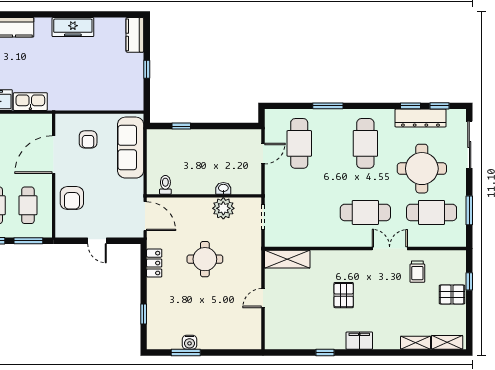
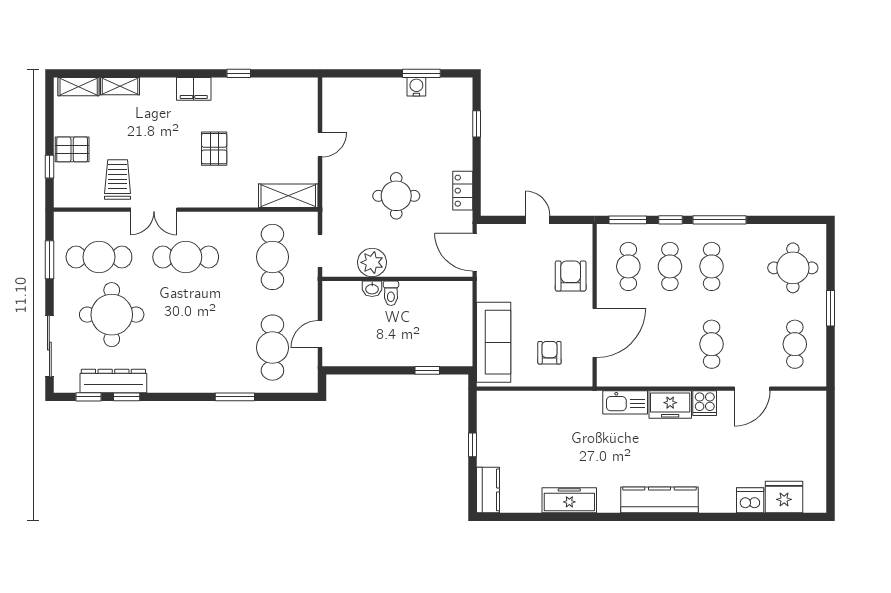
cafe table: (365, 143) -> (272, 257), moved
toilet: (165, 185) -> (391, 293), moved
trolley: (417, 272) -> (118, 179), width x1.36, depth x1.39

